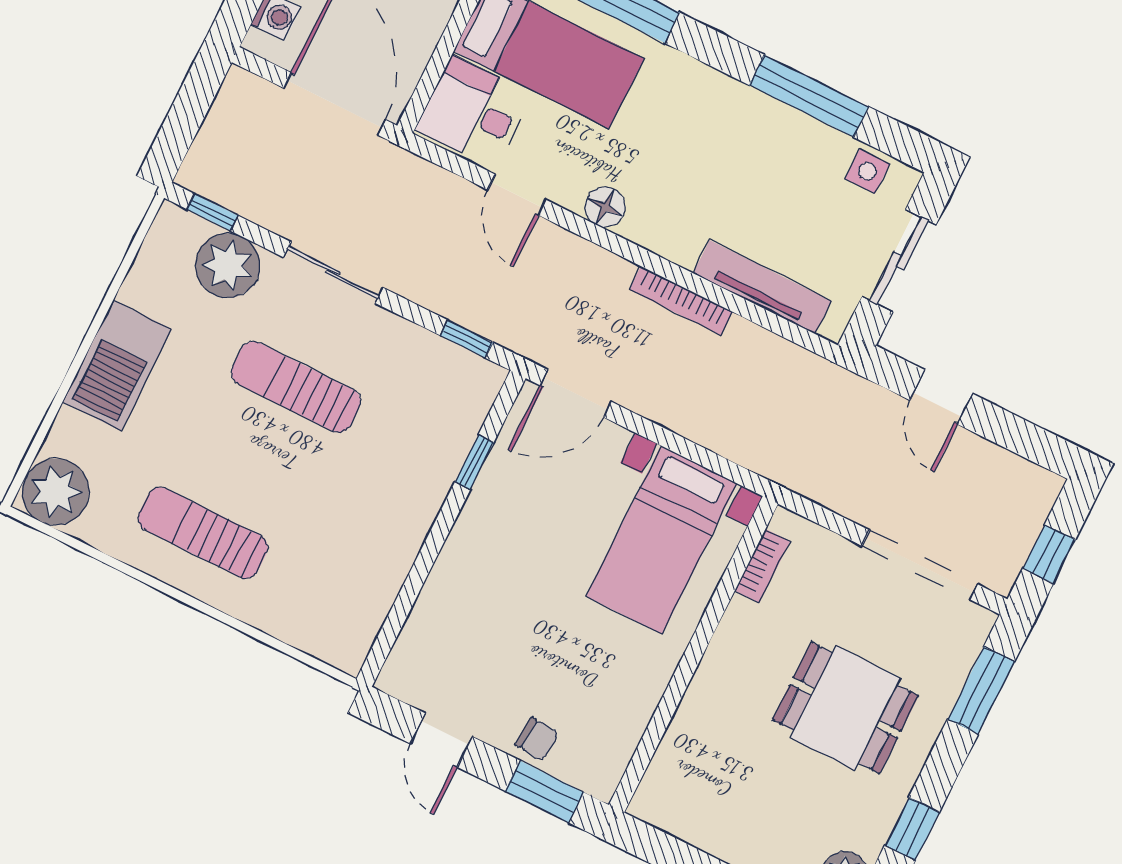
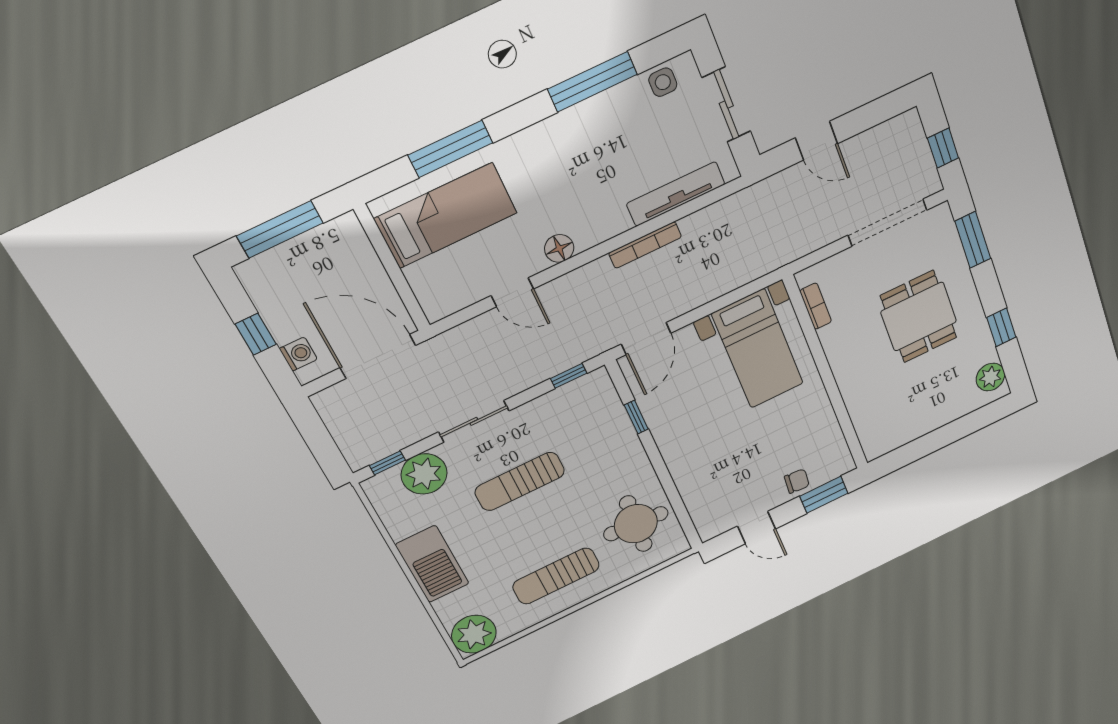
desk: (474, 112) -> (445, 283), removed
round table: (340, 577) -> (636, 524), added
dining table: (845, 708) -> (919, 317), turned 90

